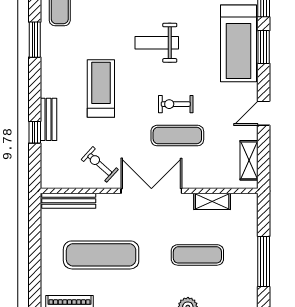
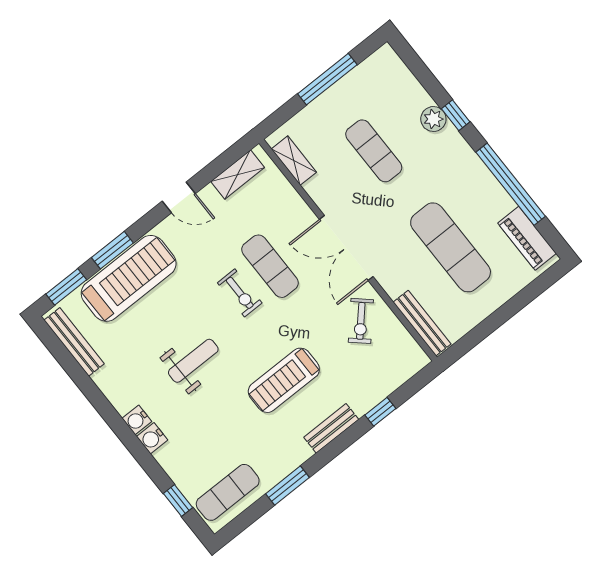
weight bench: (157, 43) -> (193, 361), turned -90
bench: (49, 119) -> (331, 428), moved
shelving: (212, 201) -> (294, 161), moved

